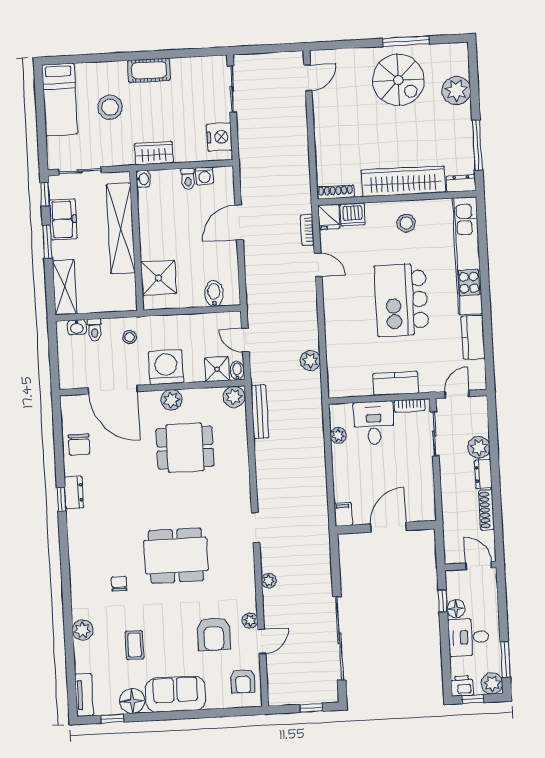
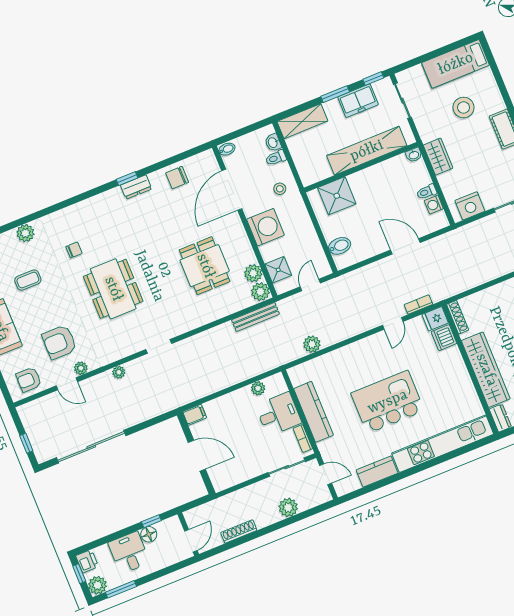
stool: (406, 223) -> (452, 384), removed
bidet: (237, 371) -> (227, 149), moved
kitchen counter: (396, 383) -> (314, 412), width x1.50
plant: (172, 400) -> (253, 273), moved
dresser: (483, 474) -> (267, 519), removed

